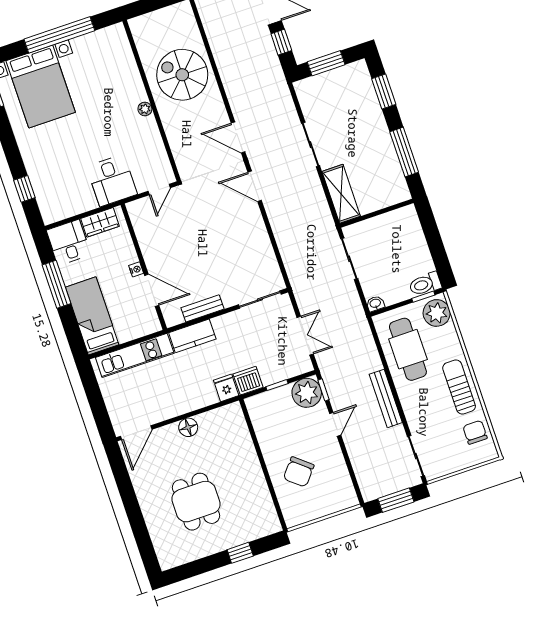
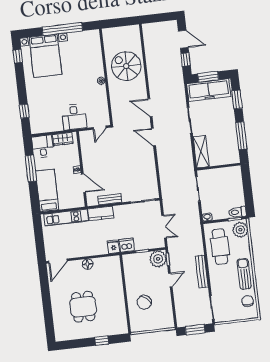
freezer: (332, 86) -> (209, 90), added

